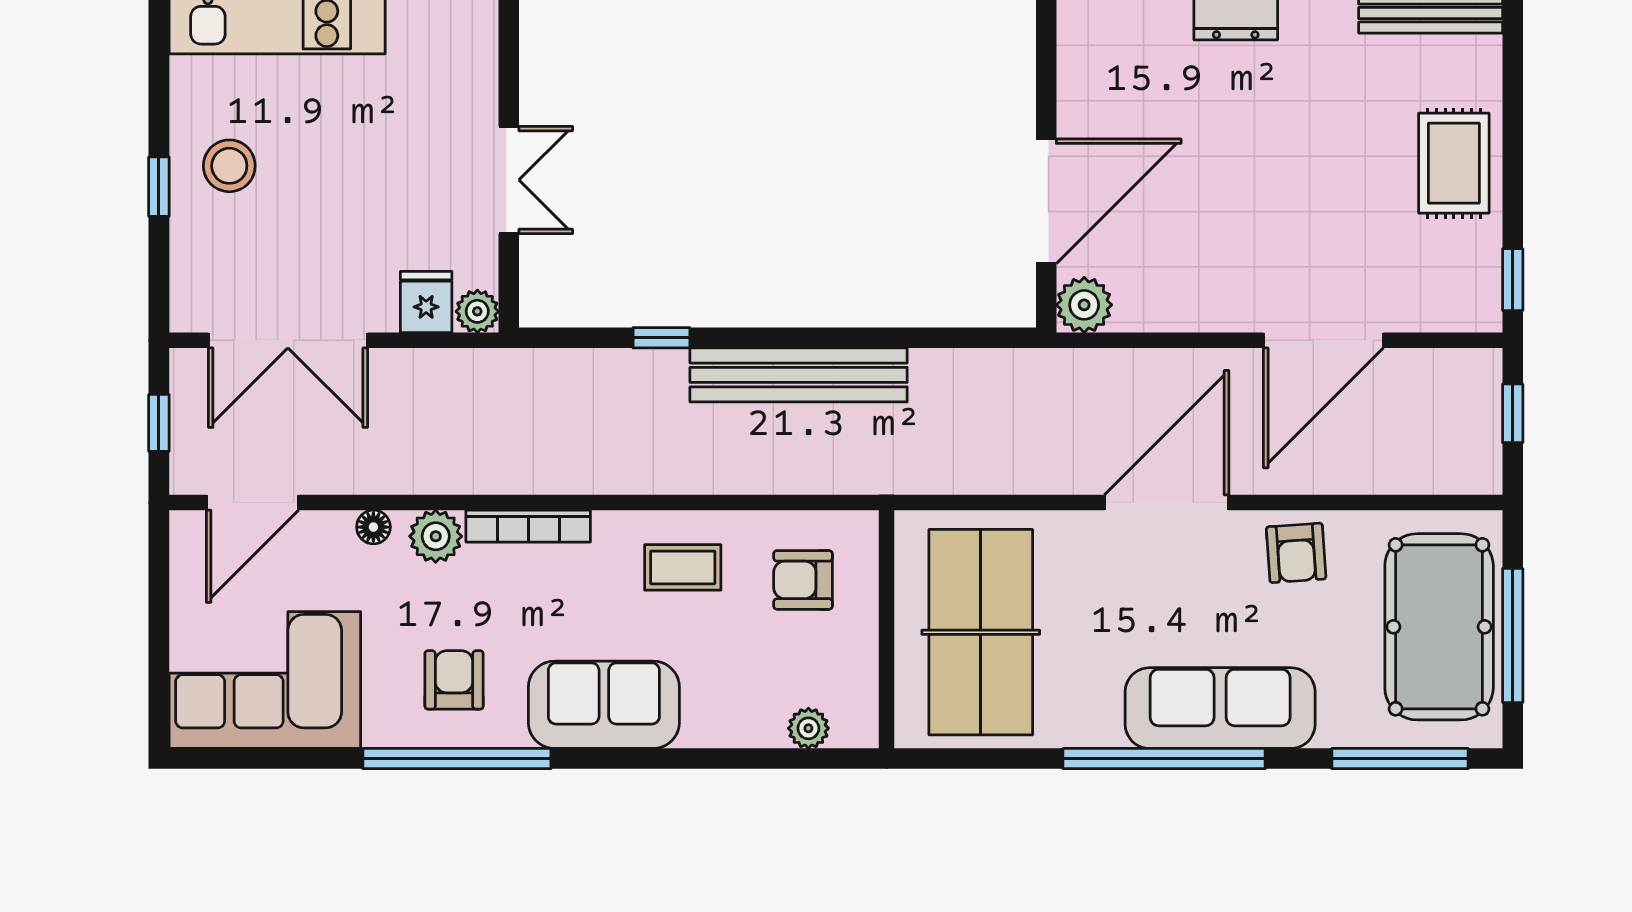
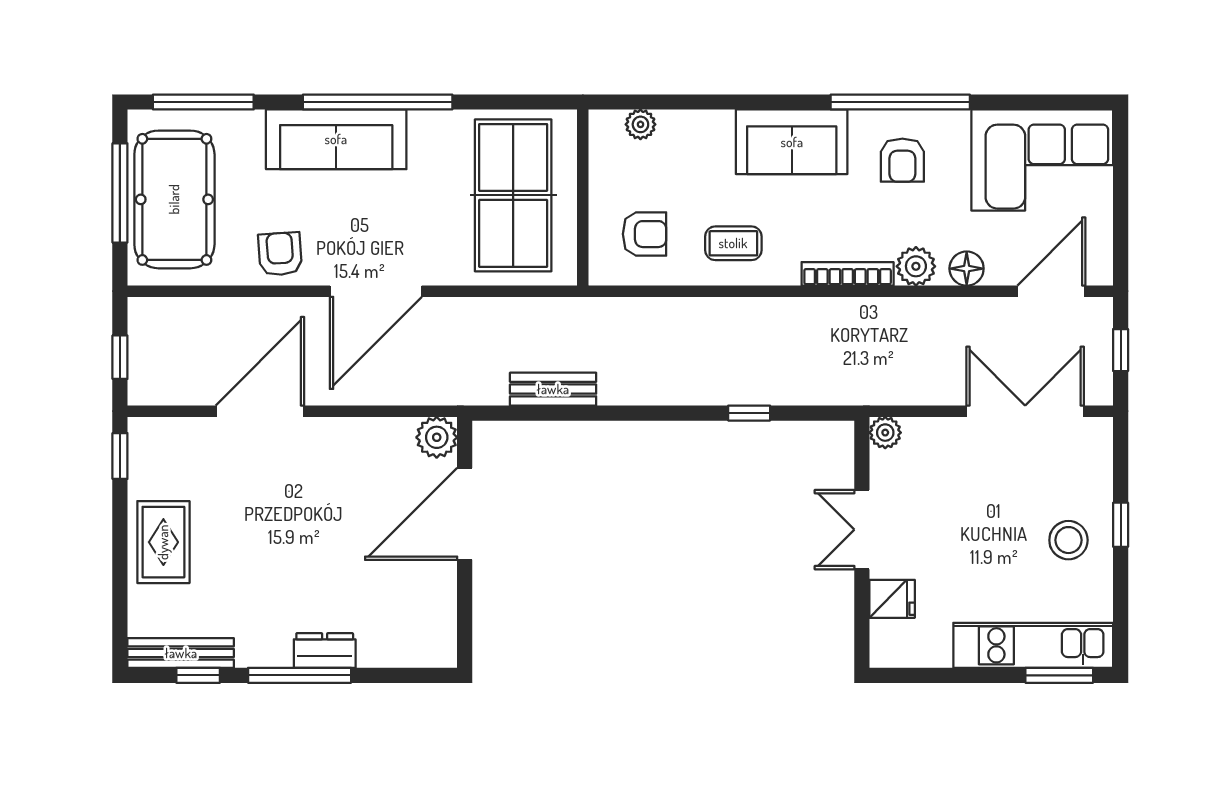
fridge: (426, 302) -> (892, 599), moved, turned -90
bench: (799, 375) -> (553, 389), moved, width x0.54, depth x0.82
floor lamp: (373, 527) -> (967, 269), width x1.37, depth x1.37

